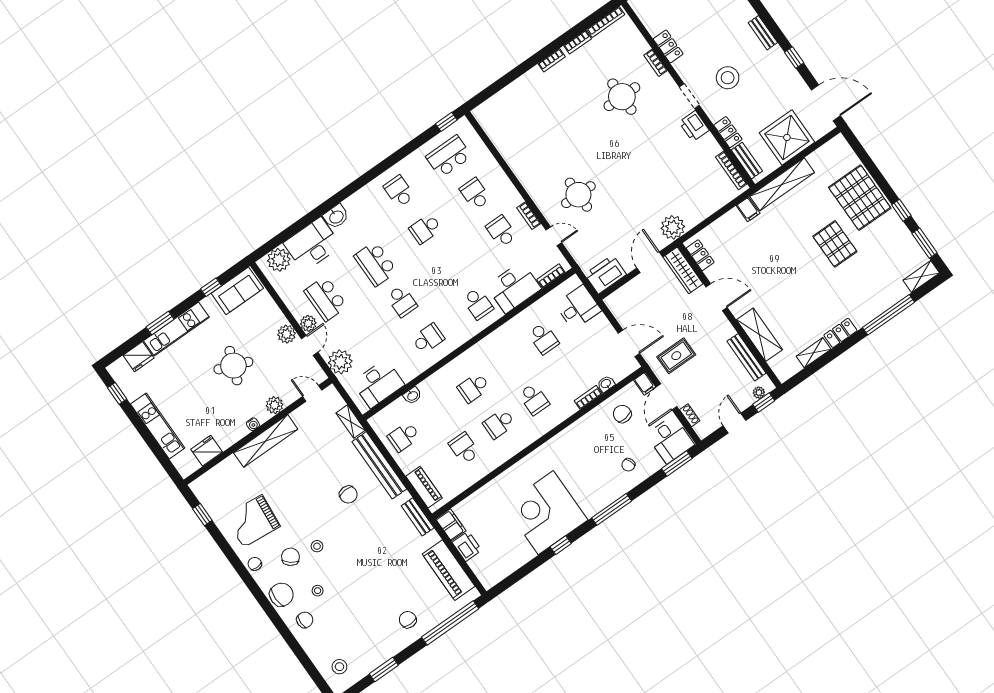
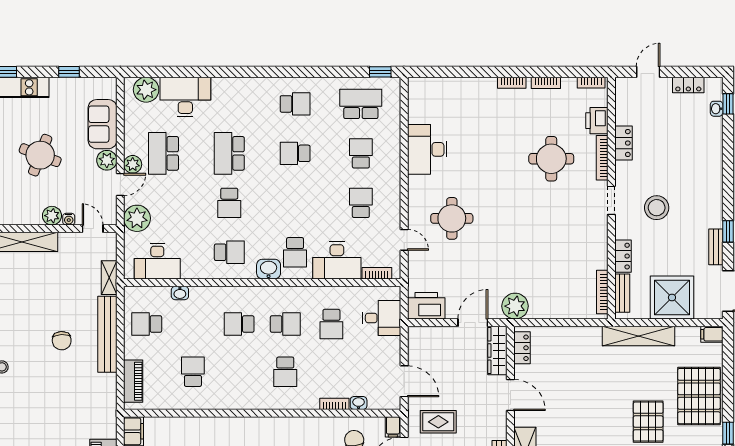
bookcase: (606, 22) -> (591, 83), width x0.64
bench: (763, 33) -> (716, 247), moved
bookcase: (656, 63) -> (602, 158), width x1.56
printer: (694, 126) -> (597, 121), moved
desk: (523, 155) -> (427, 149), added
school desk: (399, 191) -> (295, 104), turned 90
filing cabinet: (748, 209) -> (712, 334), moved, turned 90
bookcase: (529, 216) -> (395, 206), removed
washbasin: (336, 217) -> (269, 269), moved, turned 180
sofa: (237, 291) -> (102, 124), moved, turned 90
water cooler: (253, 424) -> (69, 219), moved
school desk: (499, 424) -> (285, 324), moved, turned 180
bench: (418, 517) -> (109, 404), removed

